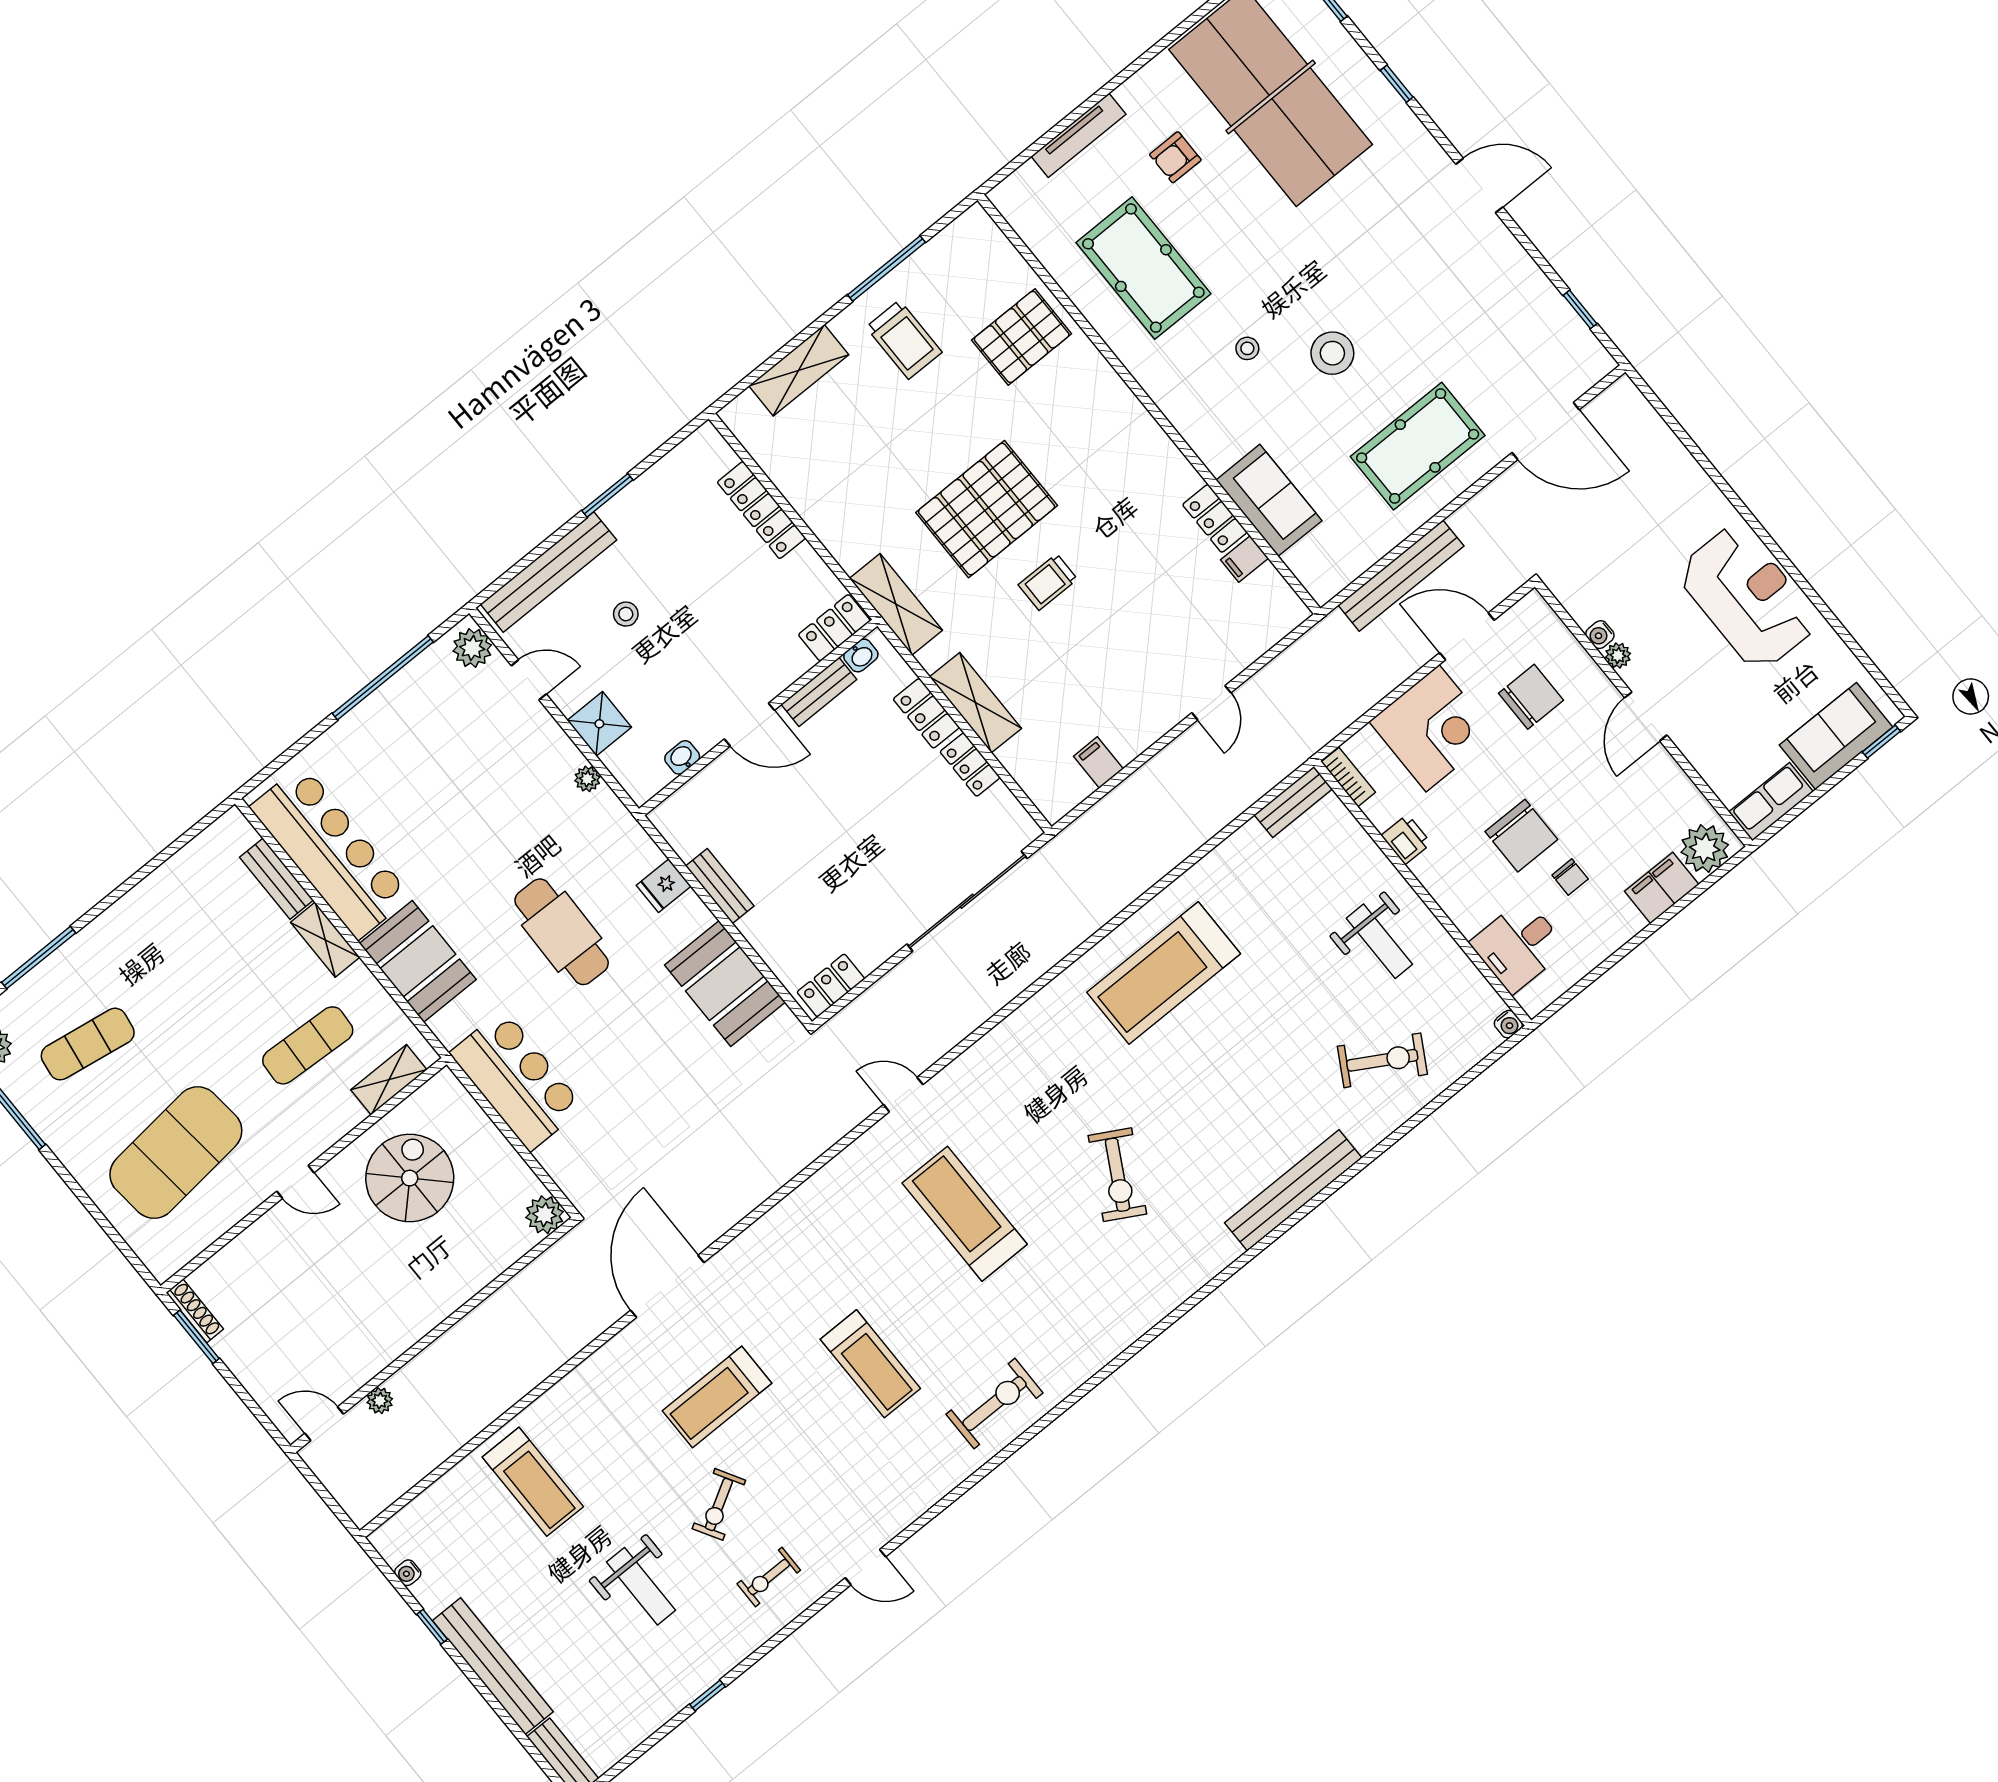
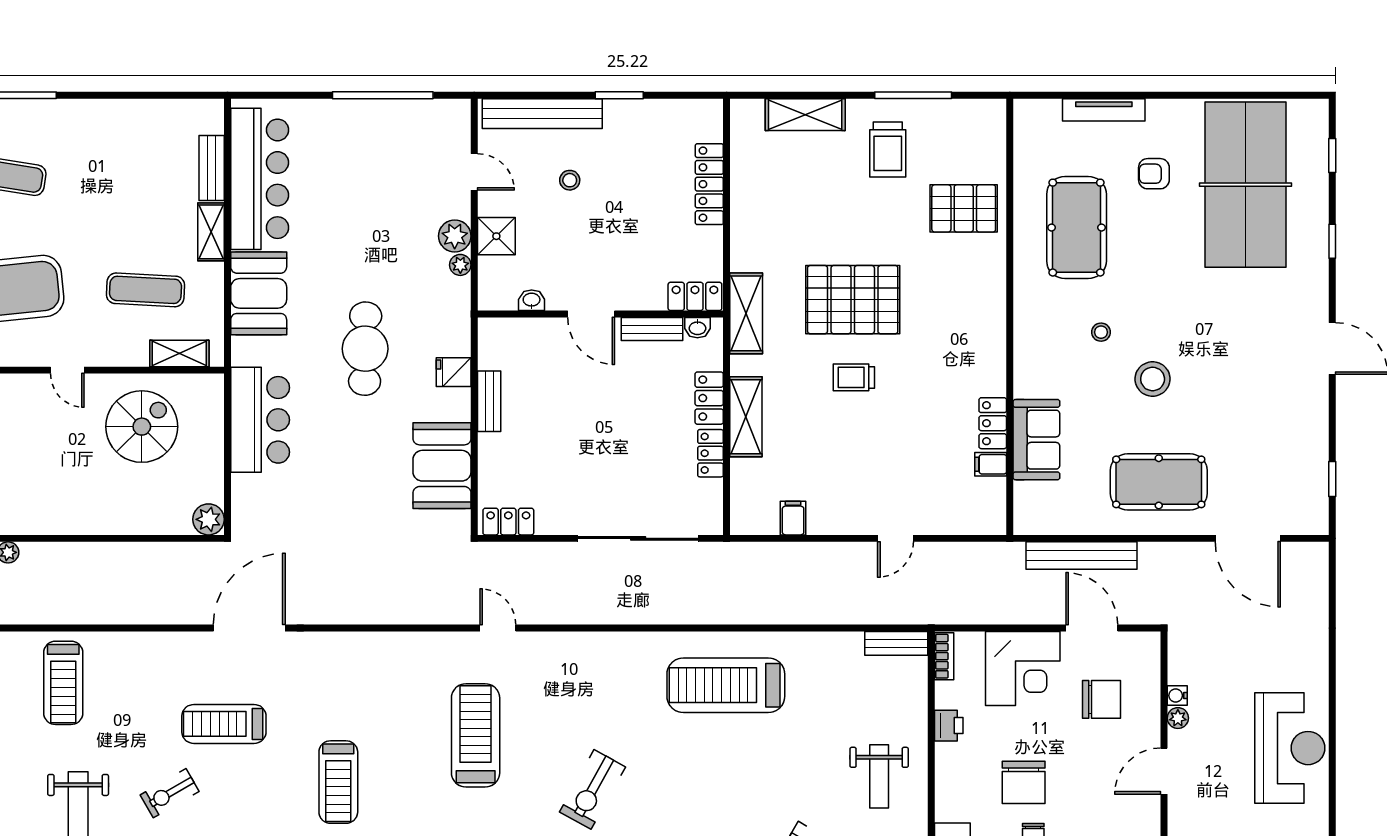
plant: (472, 648) -> (455, 236), moved

